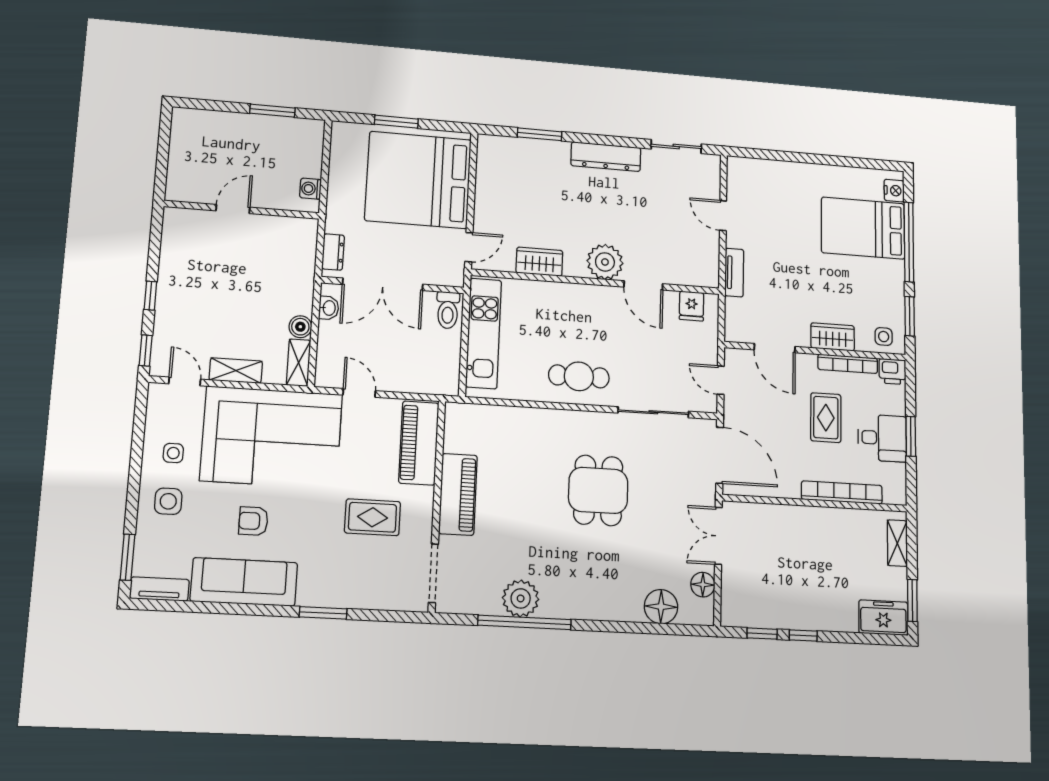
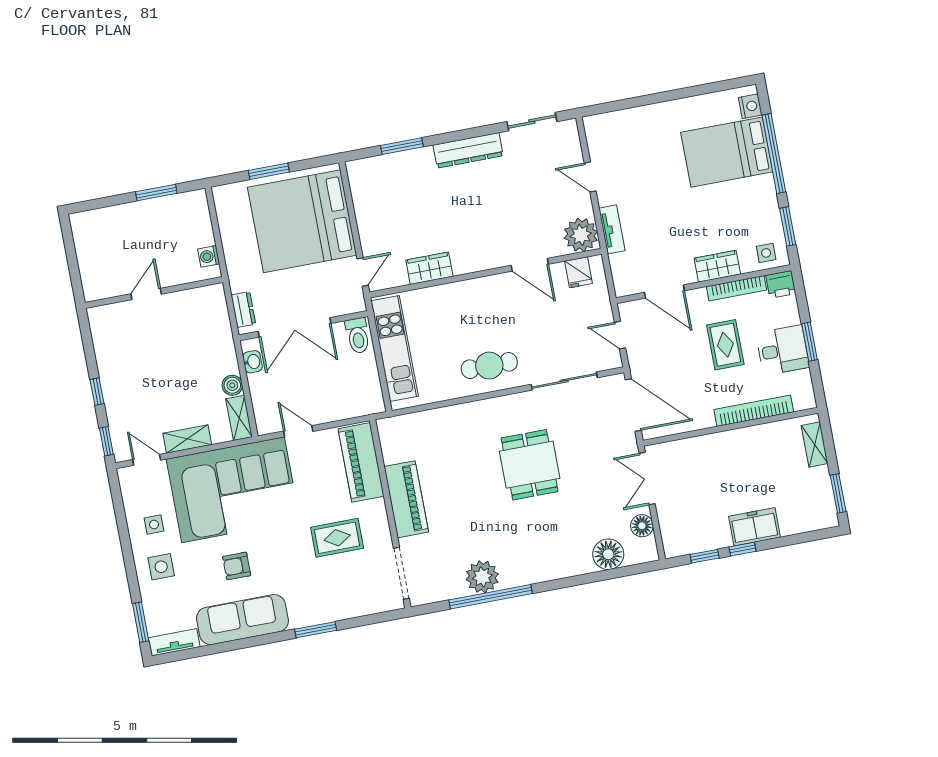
plant: (605, 262) -> (581, 235), moved
freezer: (883, 618) -> (754, 527), moved

